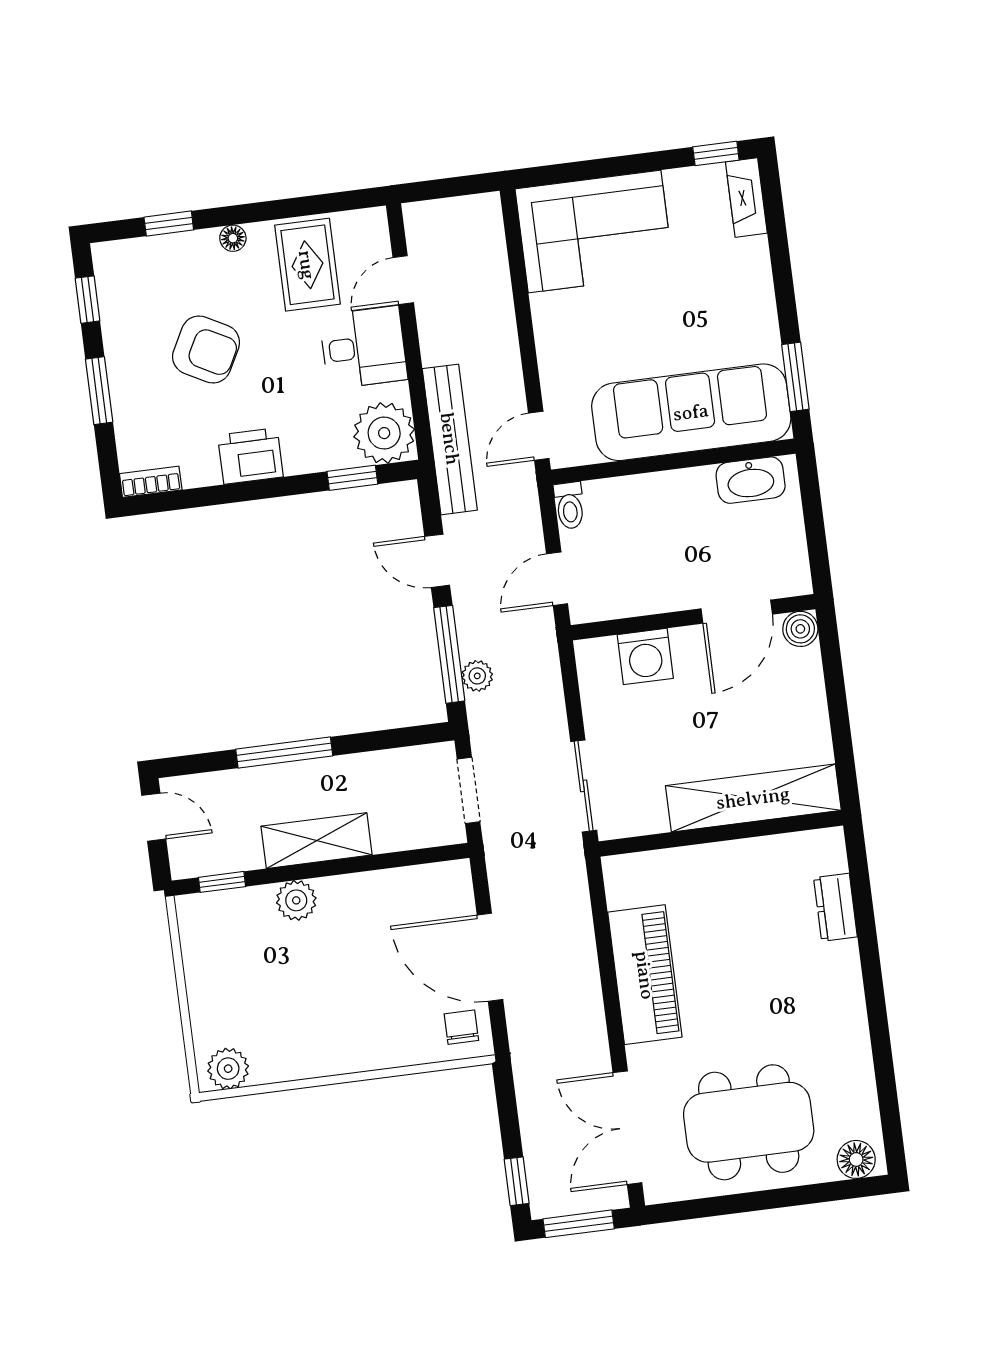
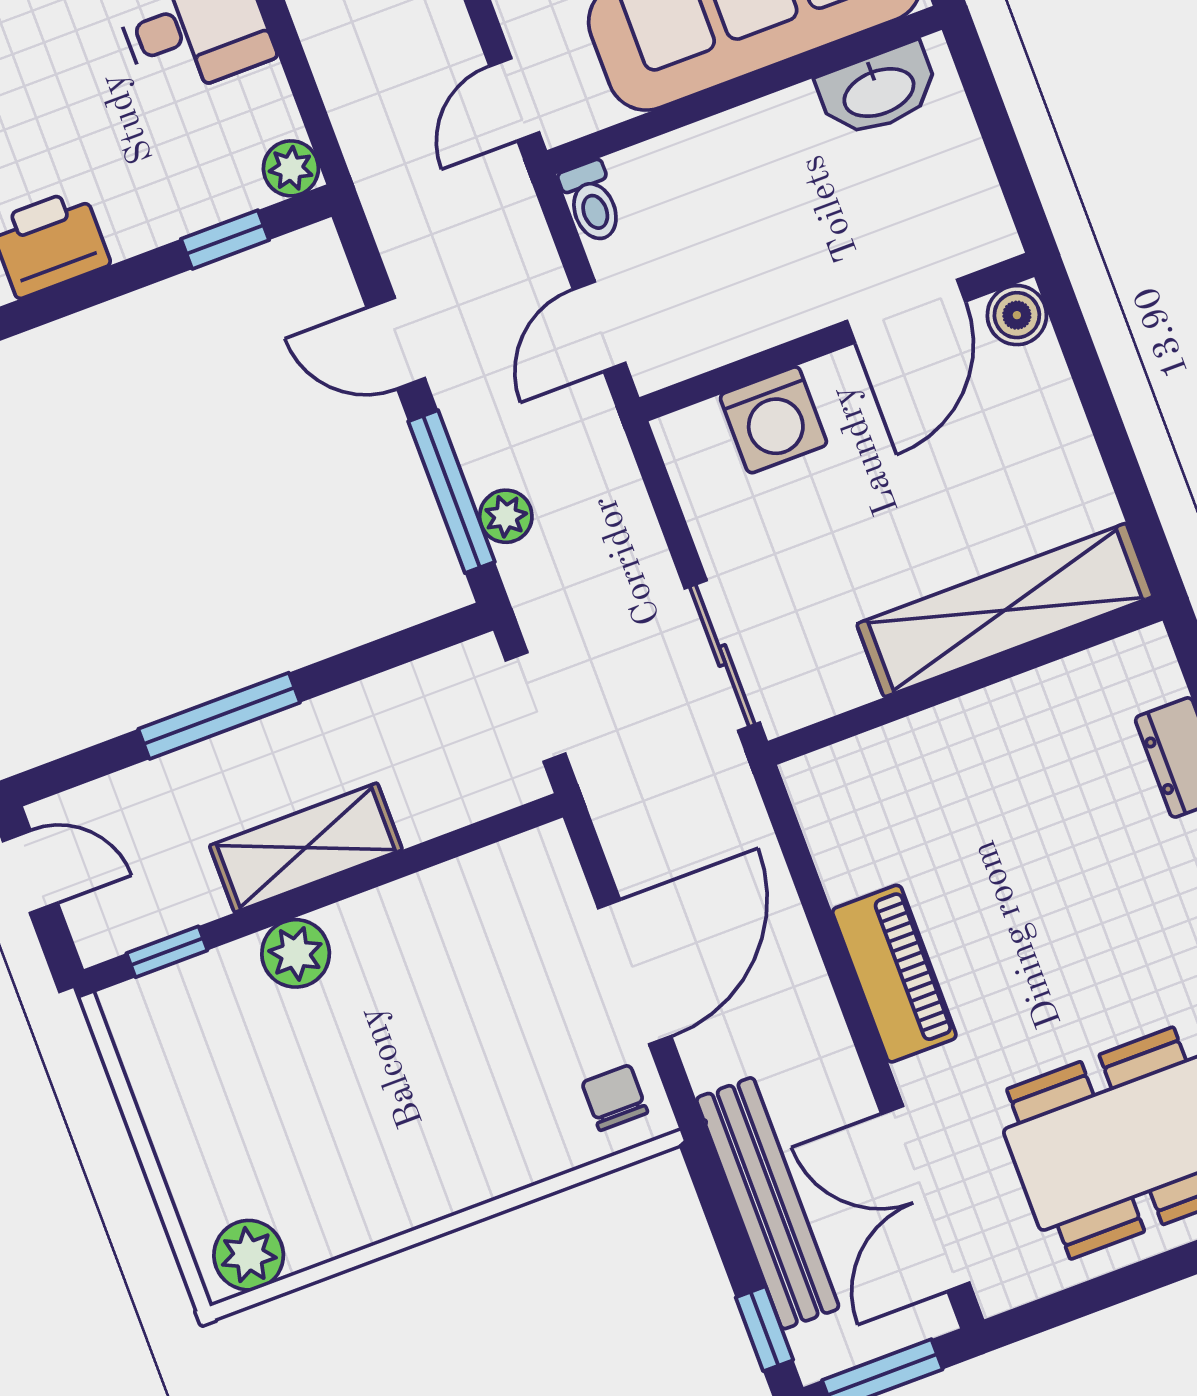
plant: (384, 433) -> (291, 168), width x0.53, depth x0.53
bench: (450, 439) -> (768, 1203), moved
door: (490, 957) -> (635, 972), swing flipped
piano: (645, 975) -> (894, 974), width x0.73, depth x0.75

